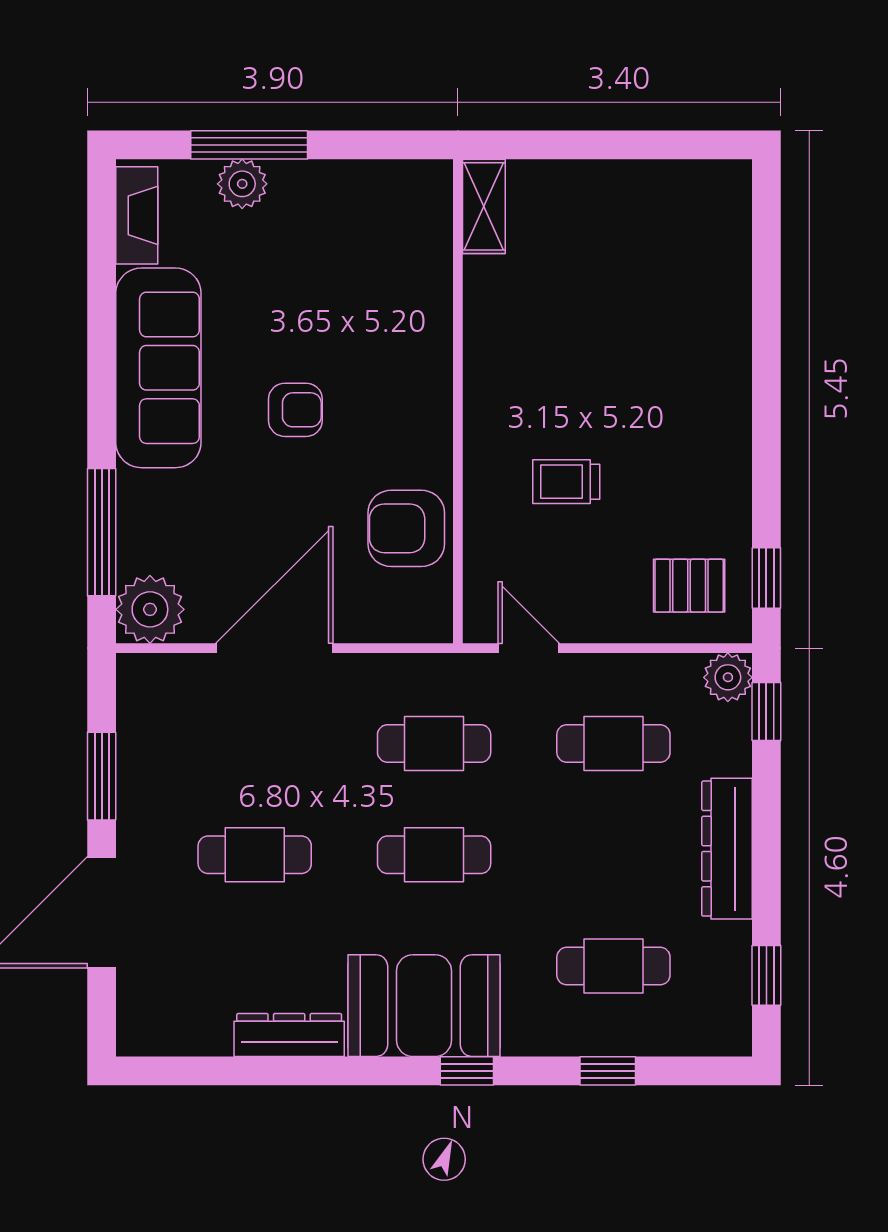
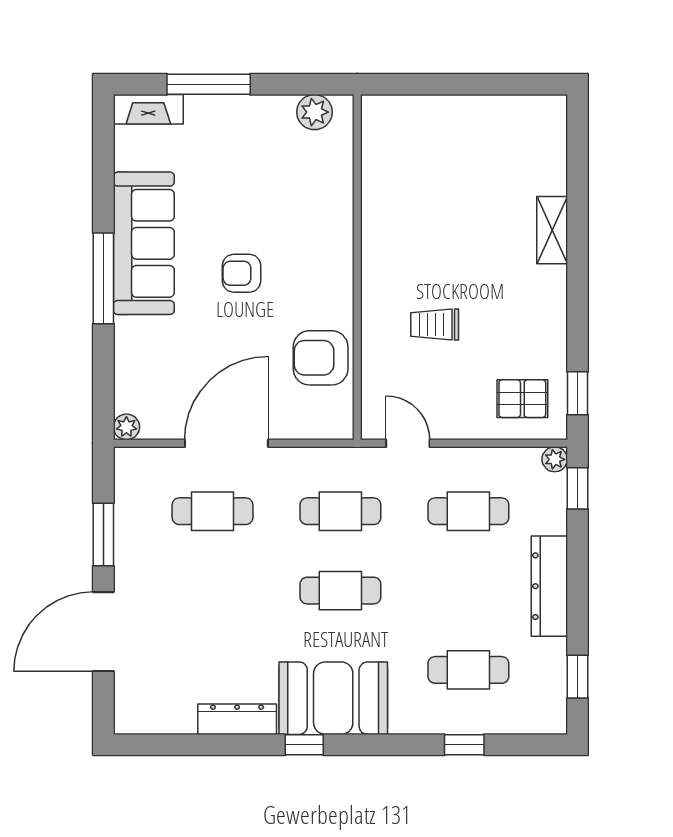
plant: (242, 184) -> (314, 112), moved
shelving: (484, 206) -> (552, 230), moved
fireplace: (137, 215) -> (148, 109), moved, turned 90
armchair: (295, 410) -> (242, 273), turned 180
window: (102, 532) -> (103, 278), moved
plant: (150, 609) -> (126, 427), width x0.53, depth x0.53
plant: (728, 677) -> (555, 459), width x0.73, depth x0.73
cafe table: (255, 855) -> (213, 511), moved
window: (467, 1071) -> (304, 745), moved

